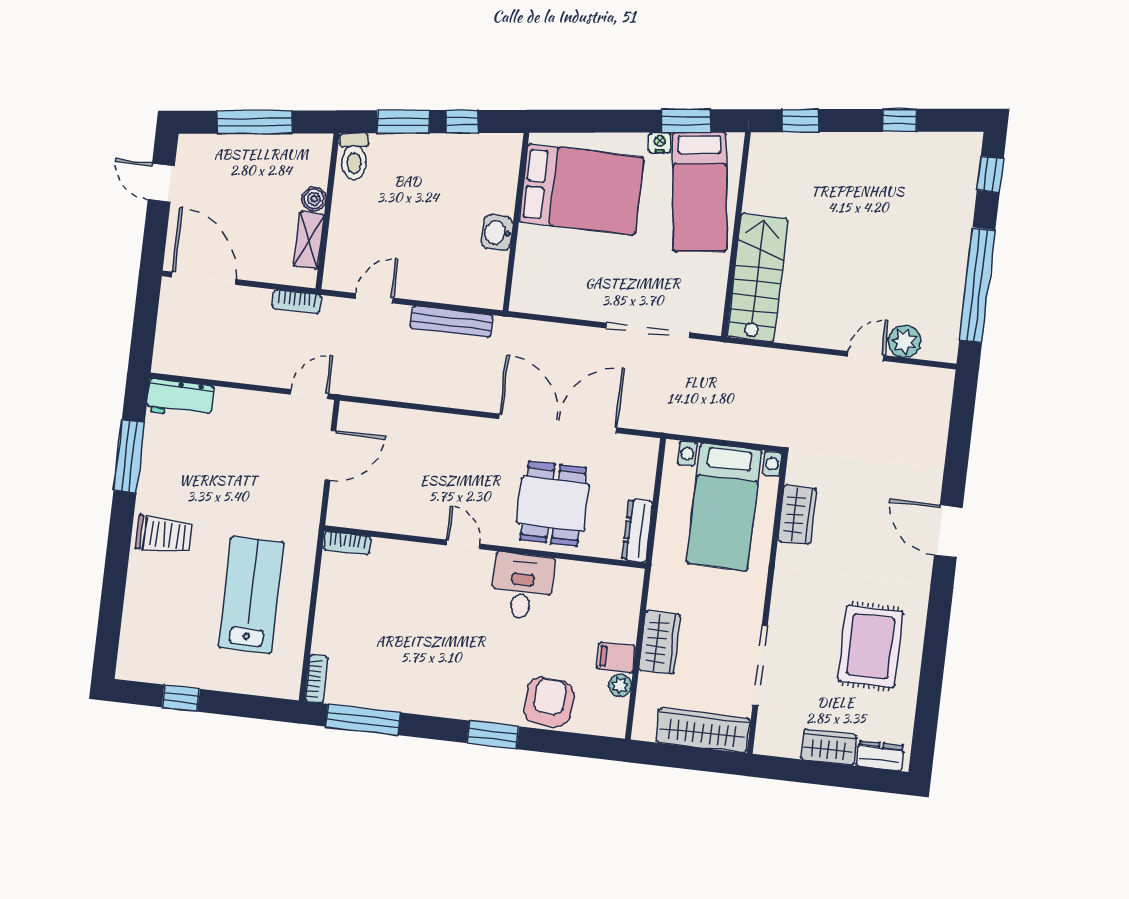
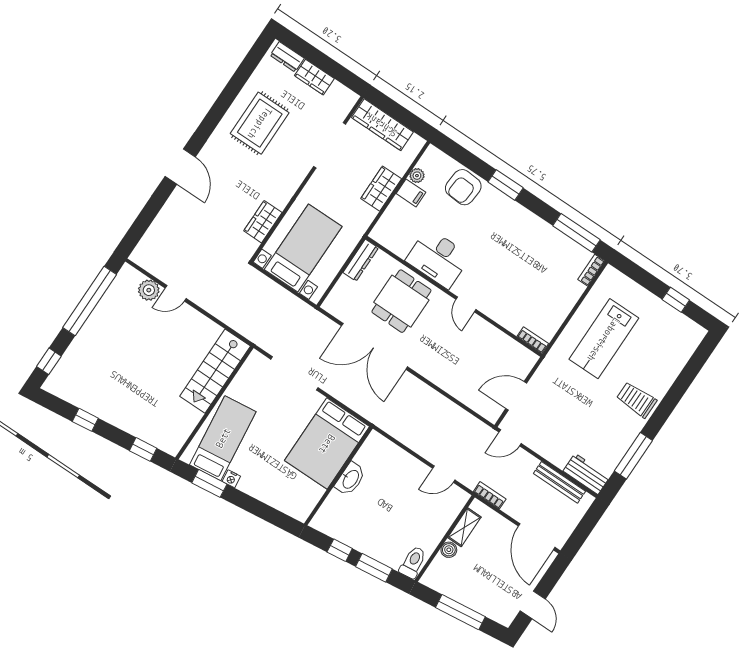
bed: (581, 189) -> (327, 444), moved, turned -90
washbasin: (497, 233) -> (350, 479), width x1.38
bench: (451, 322) -> (559, 482), moved
desk: (522, 586) -> (438, 258), width x1.37

